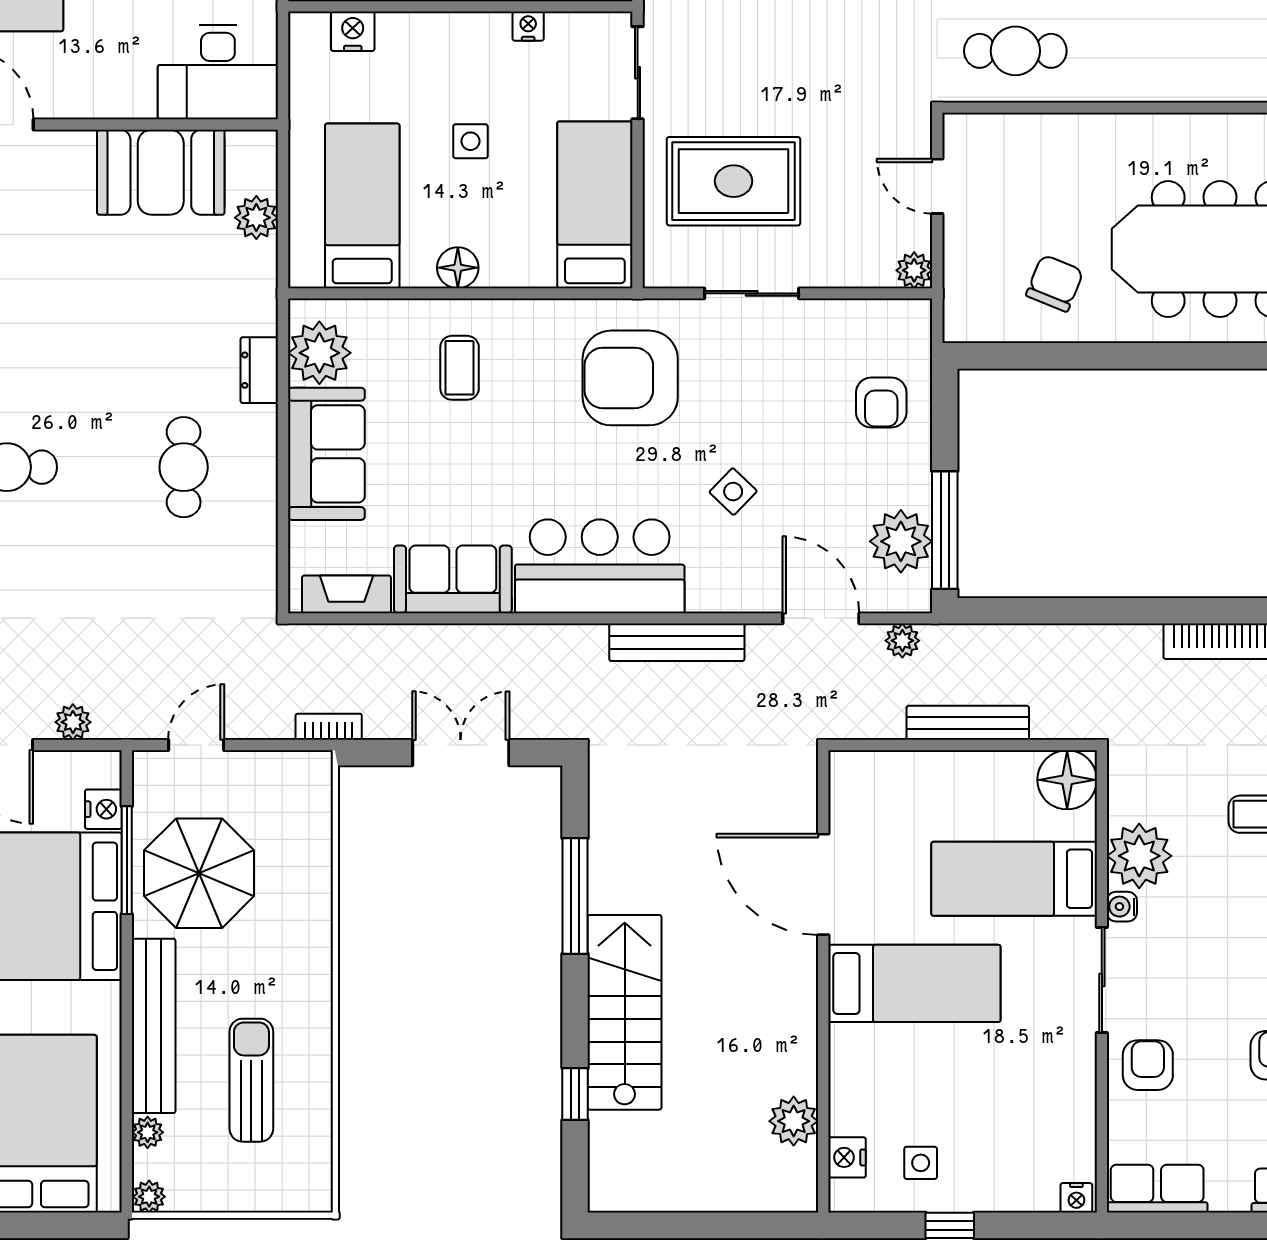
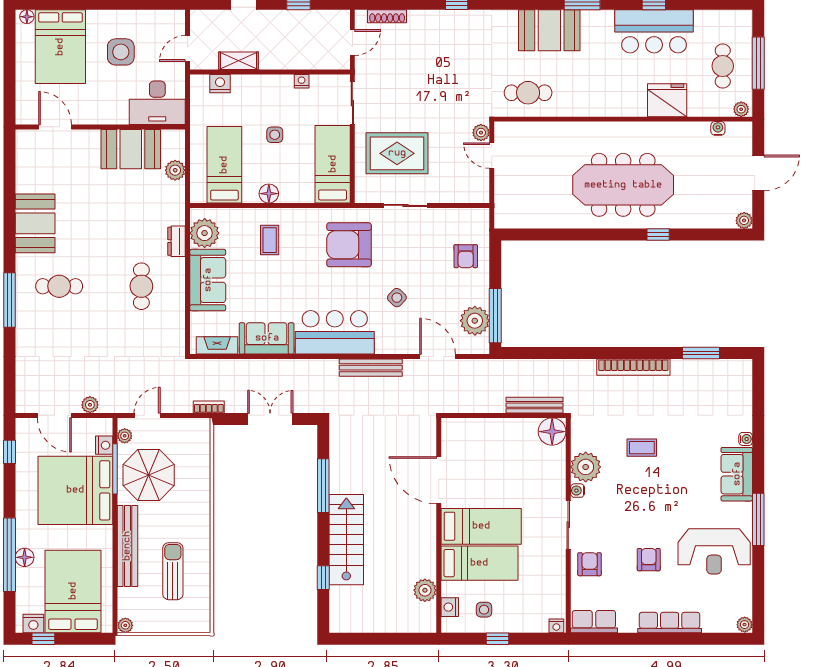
plant: (914, 270) -> (481, 133), moved
chair: (1055, 283) -> (546, 201), removed
plant: (902, 641) -> (475, 367), removed
bench: (968, 723) -> (535, 405), moved
bed: (1014, 879) -> (479, 563), moved, turned 180
plant: (148, 1132) -> (125, 436), moved

